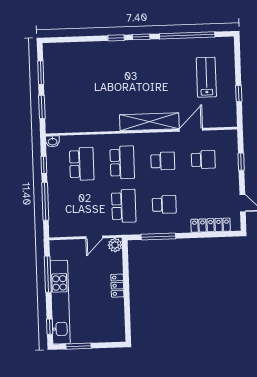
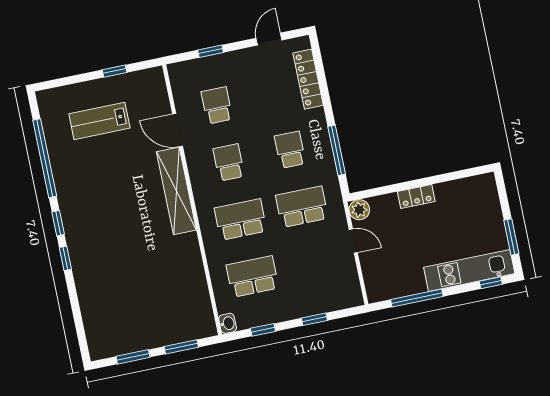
window: (45, 201) -> (314, 319), width x0.46
kitchen unit: (60, 302) -> (469, 270), width x0.73

